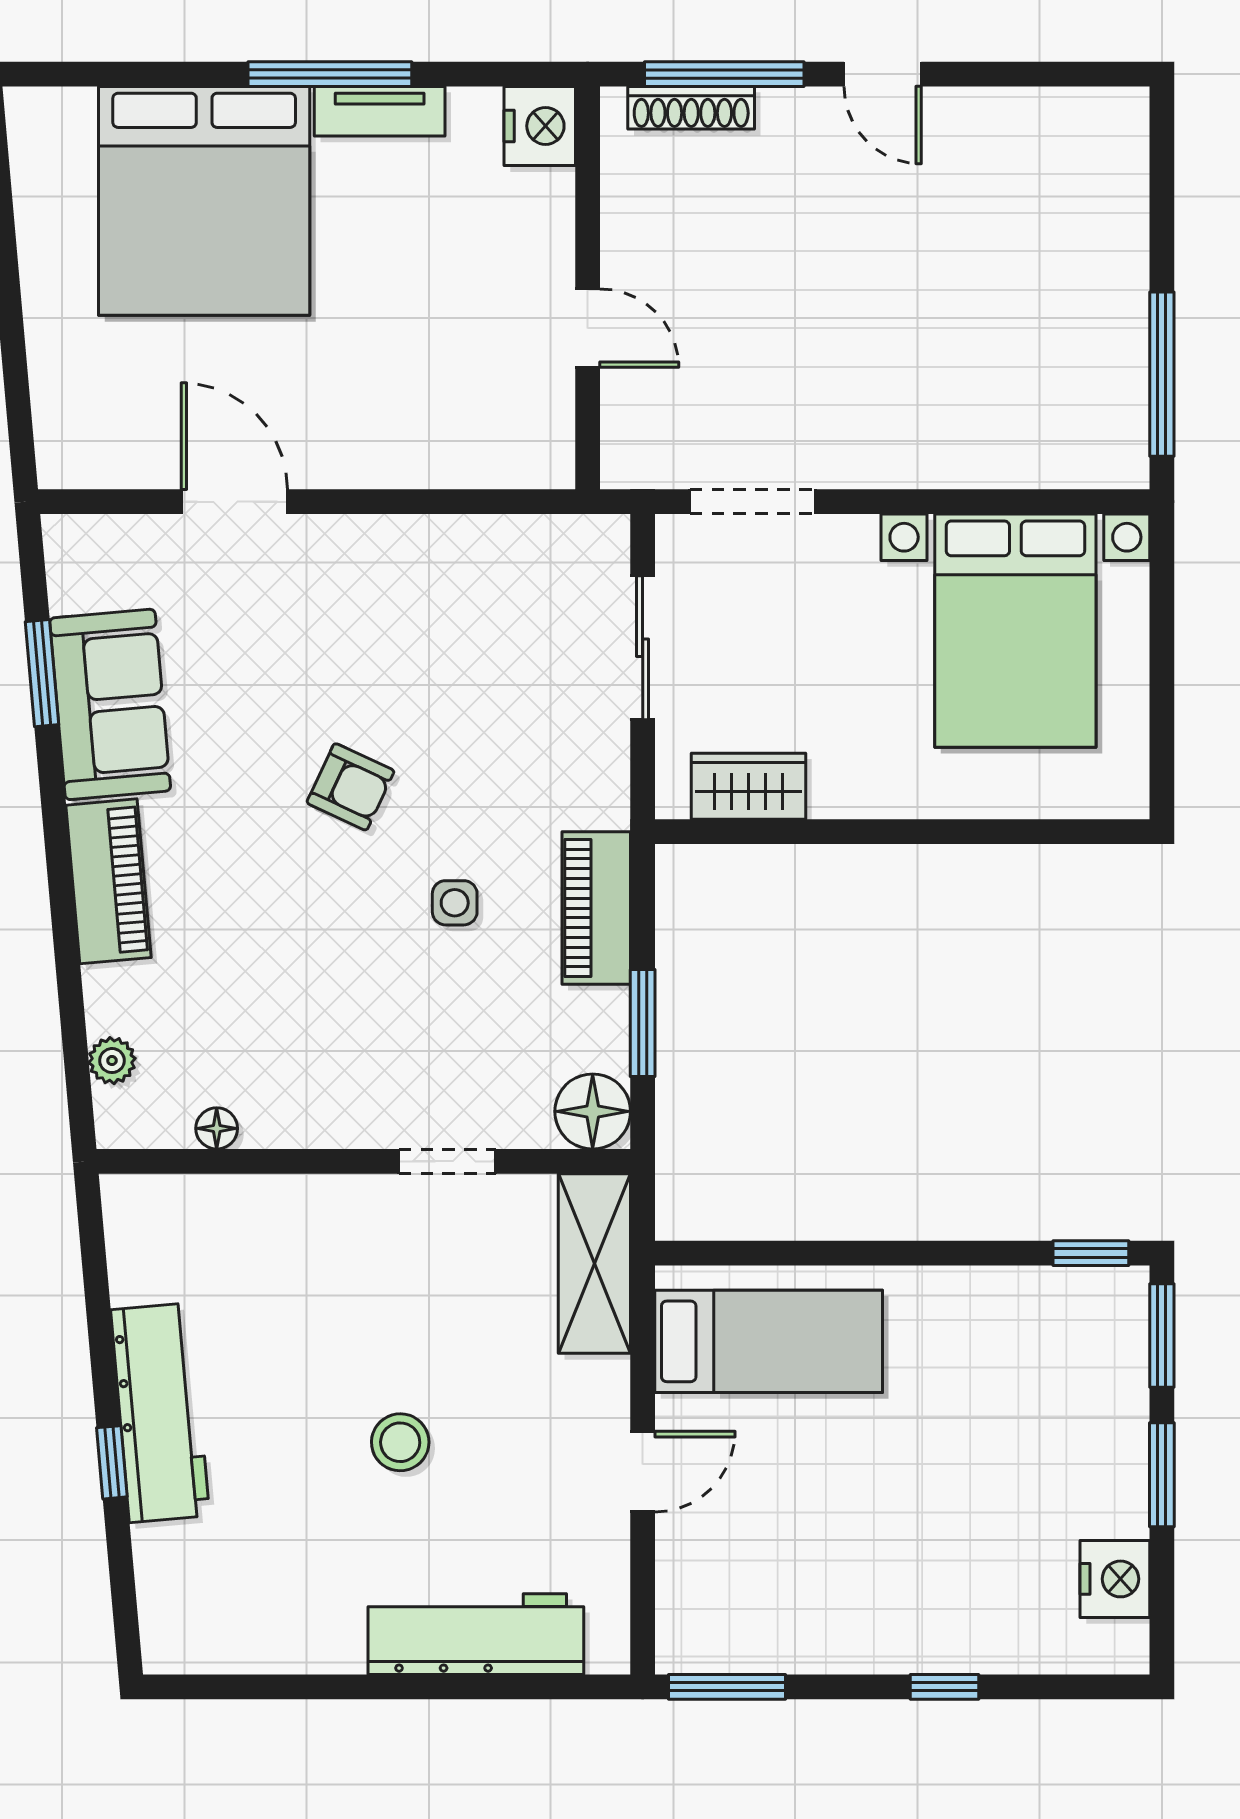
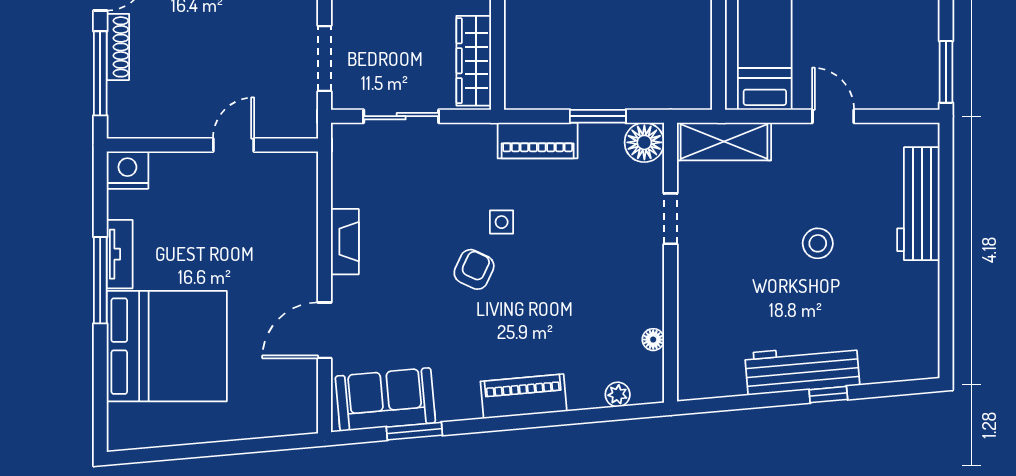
shoe rack: (691, 108) -> (118, 47), moved
fireplace: (403, 541) -> (345, 242), added
sofa: (110, 704) -> (385, 399), moved
wardrobe: (748, 786) -> (474, 61), width x1.50
side table: (455, 903) -> (502, 222), moved

